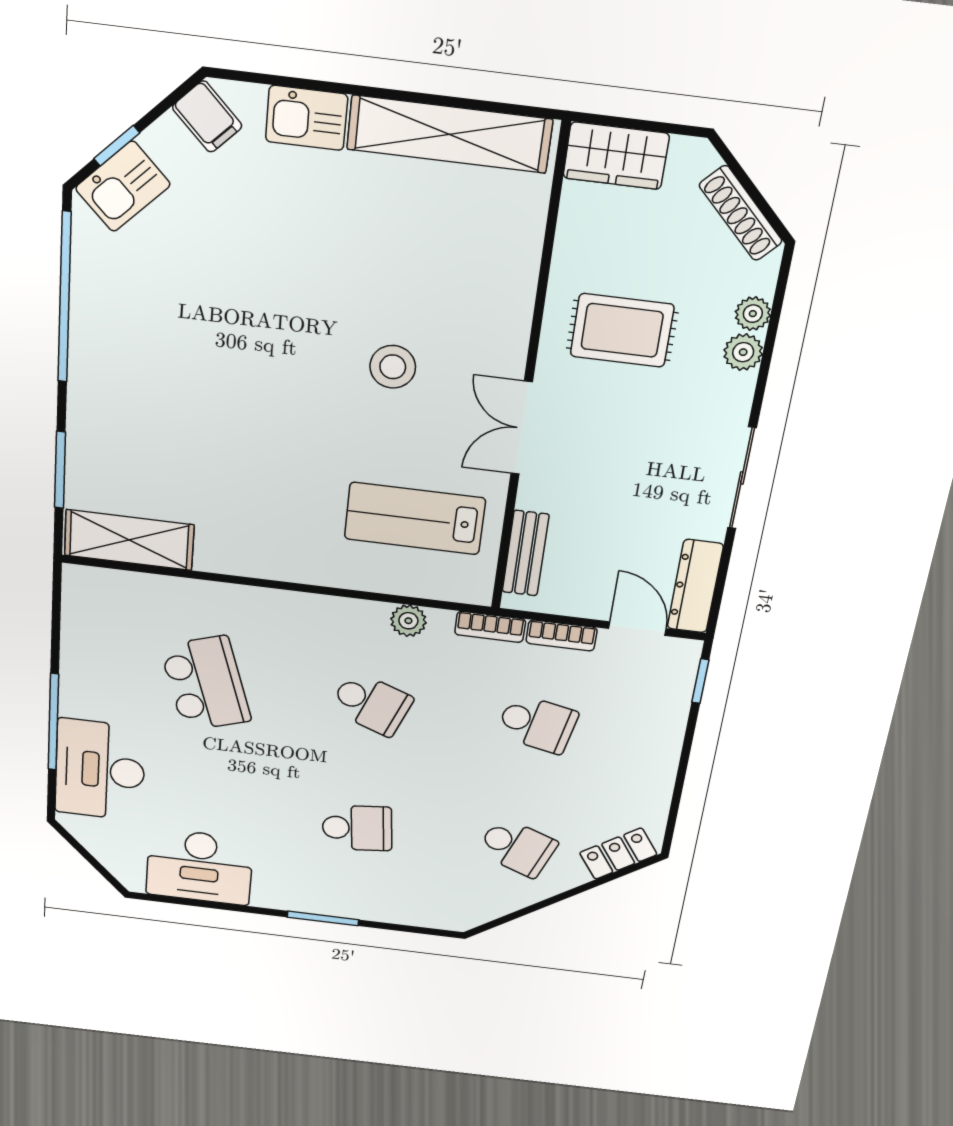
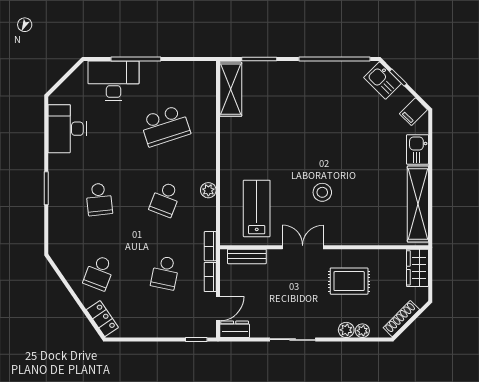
rug: (622, 330) -> (349, 281), turned 90
dresser: (695, 586) -> (235, 329), width x0.70
plant: (408, 621) -> (208, 190), moved

